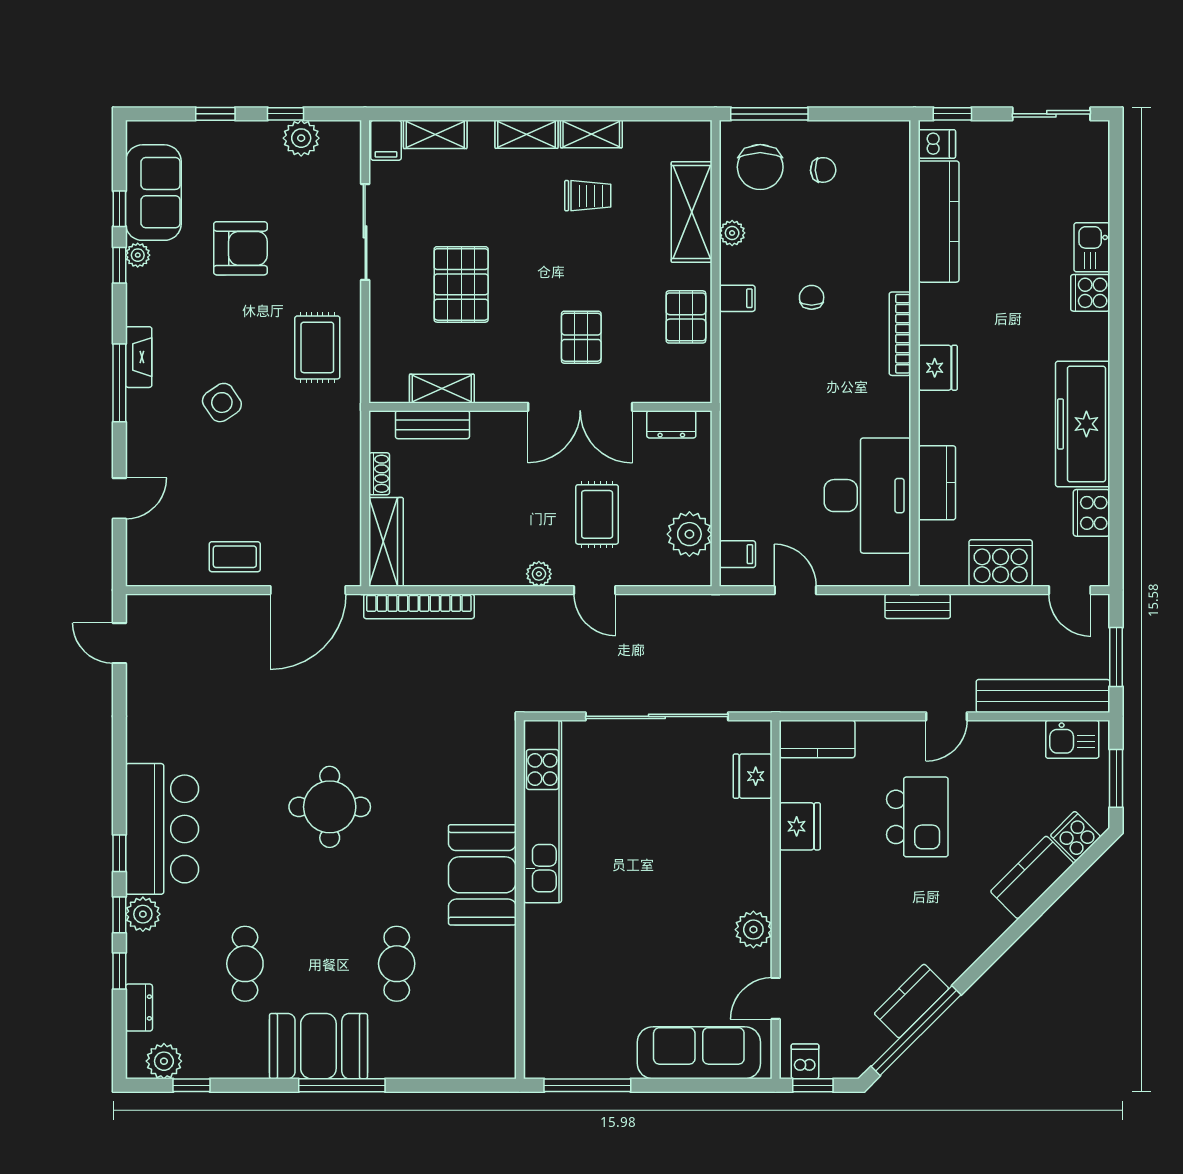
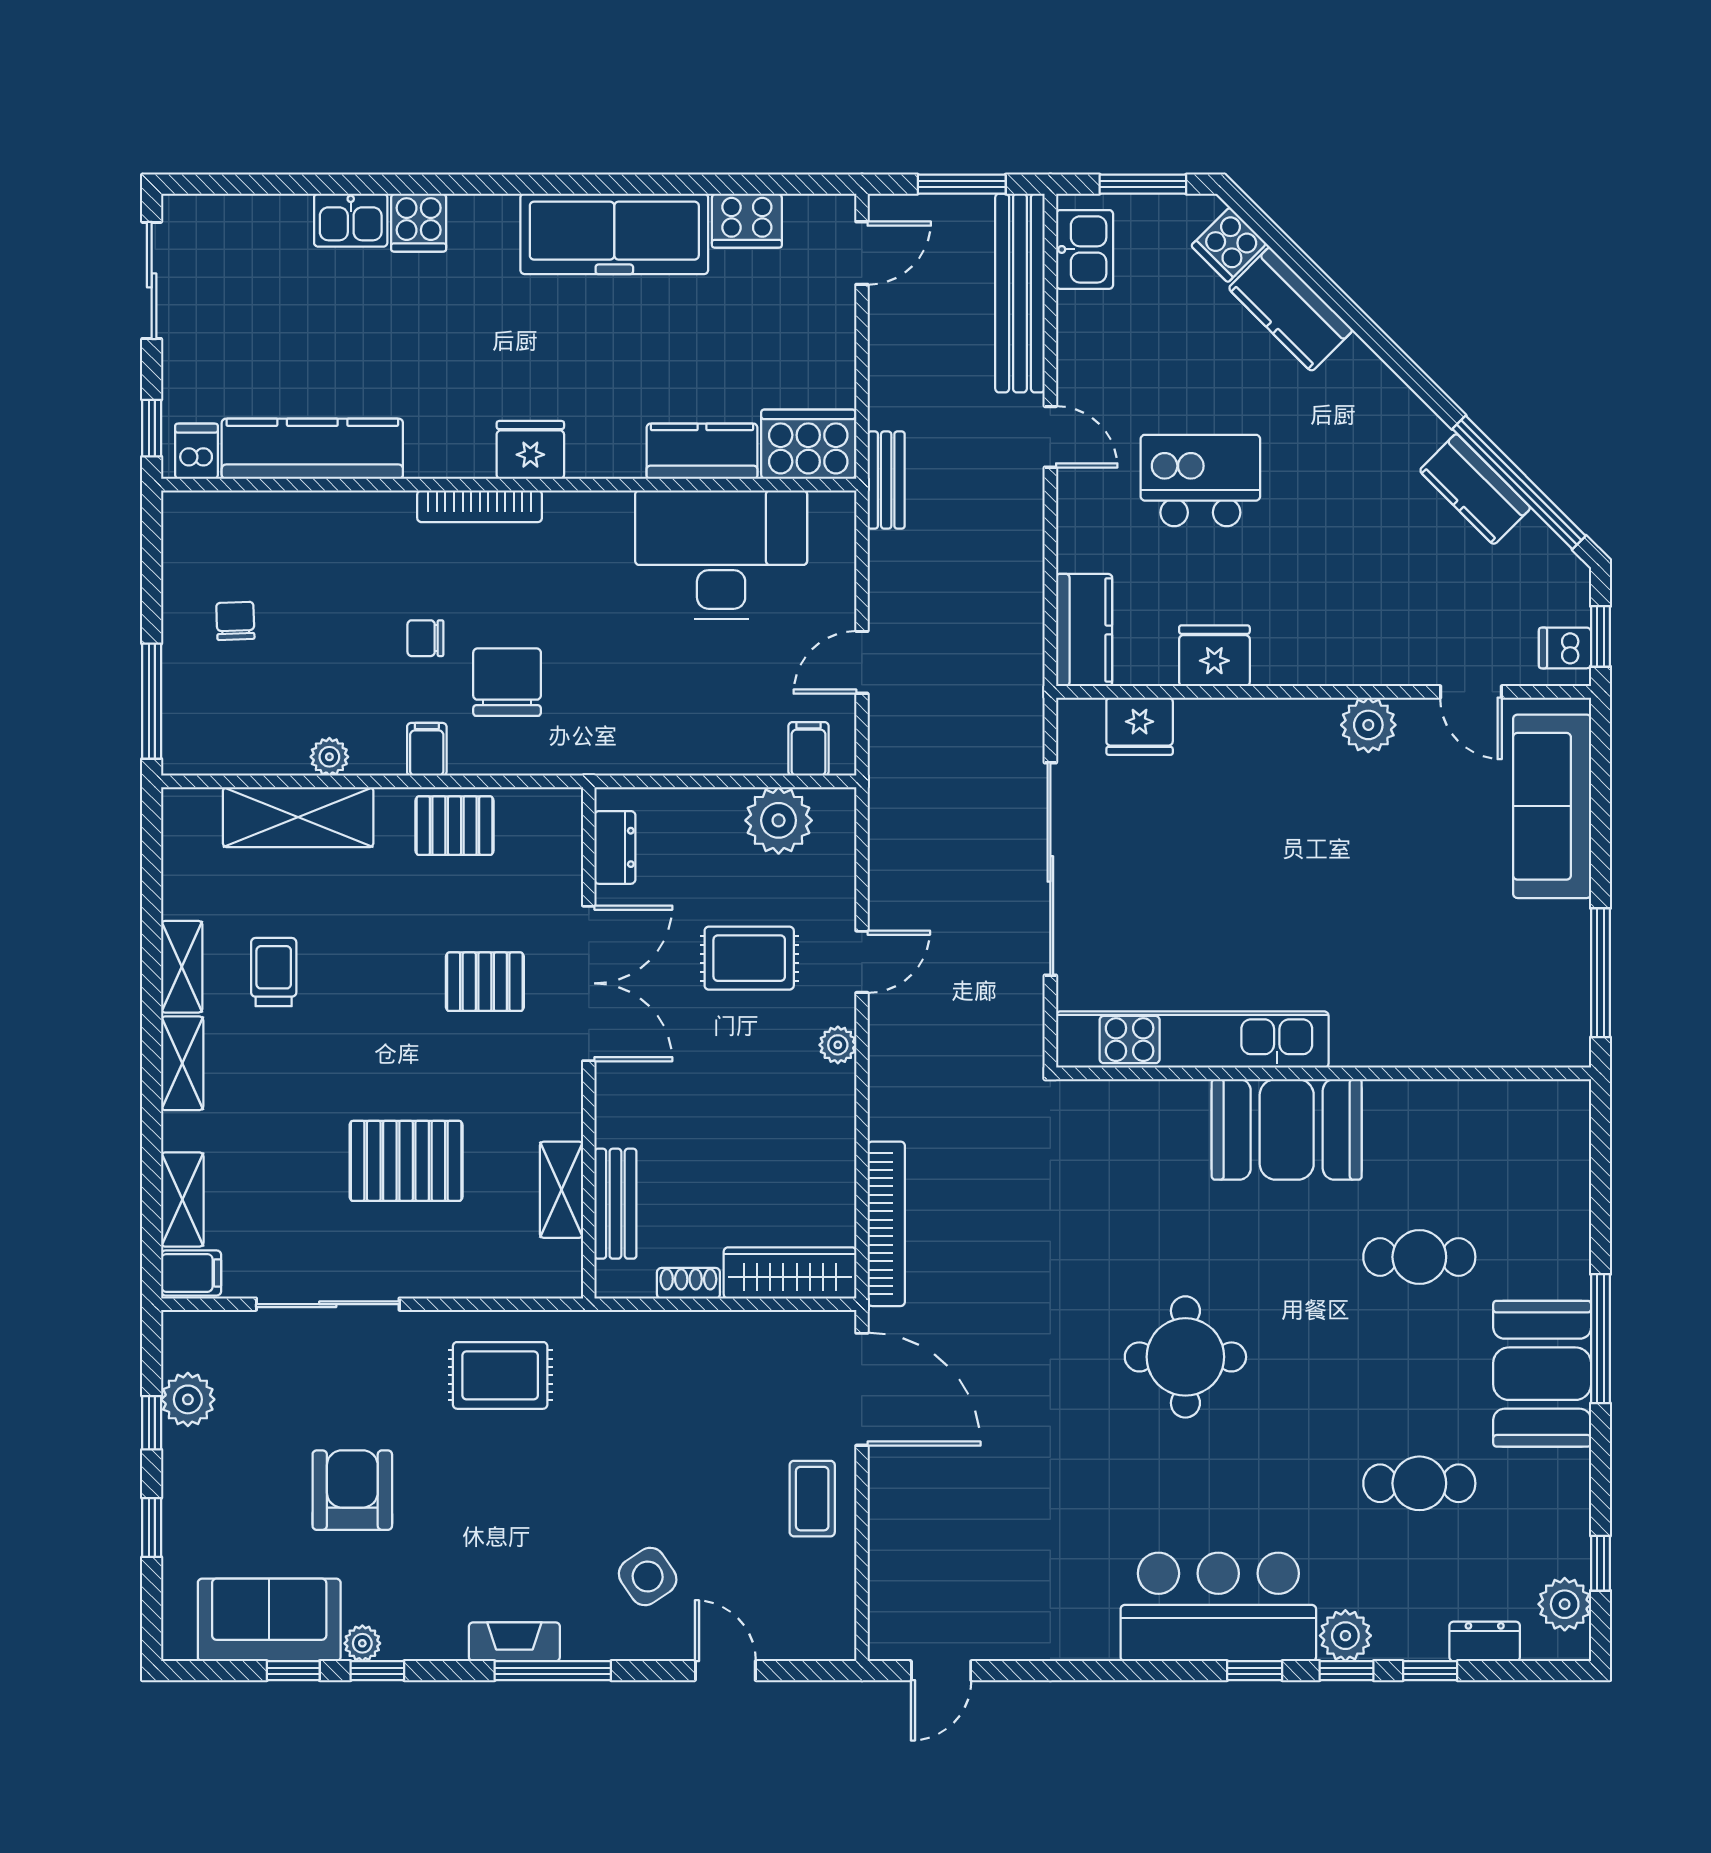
chair: (760, 167) -> (507, 682), moved, turned -90
side table: (222, 403) -> (648, 1576), moved
cooker: (1001, 563) -> (808, 444), moved, turned 90

